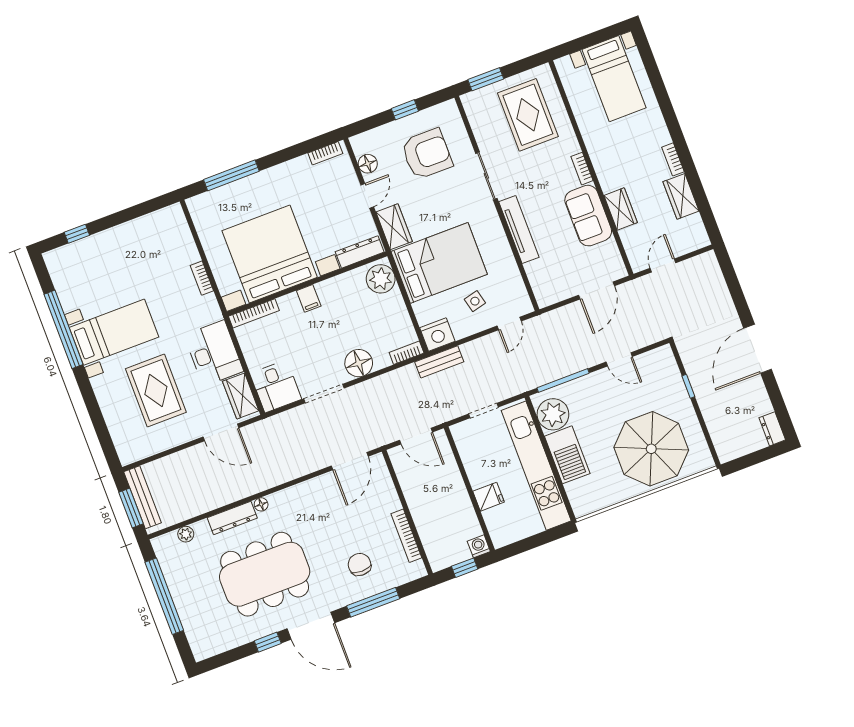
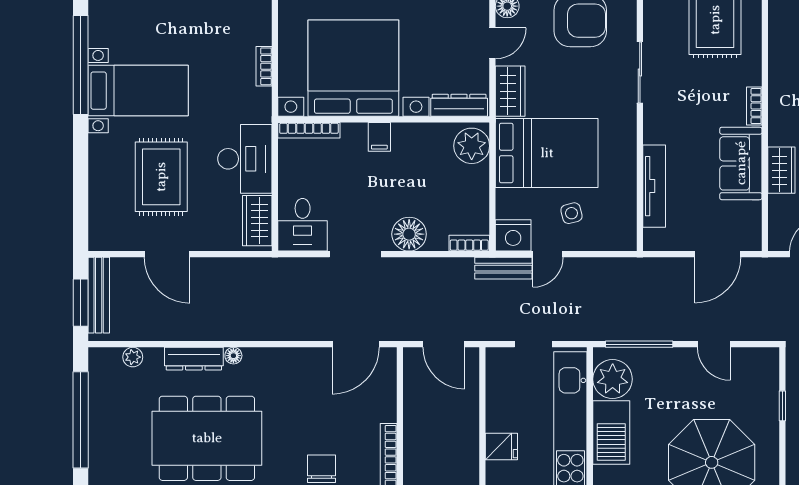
tv unit: (519, 230) -> (654, 186), moved
door: (509, 324) -> (548, 254), moved
door: (221, 432) -> (167, 254), moved

